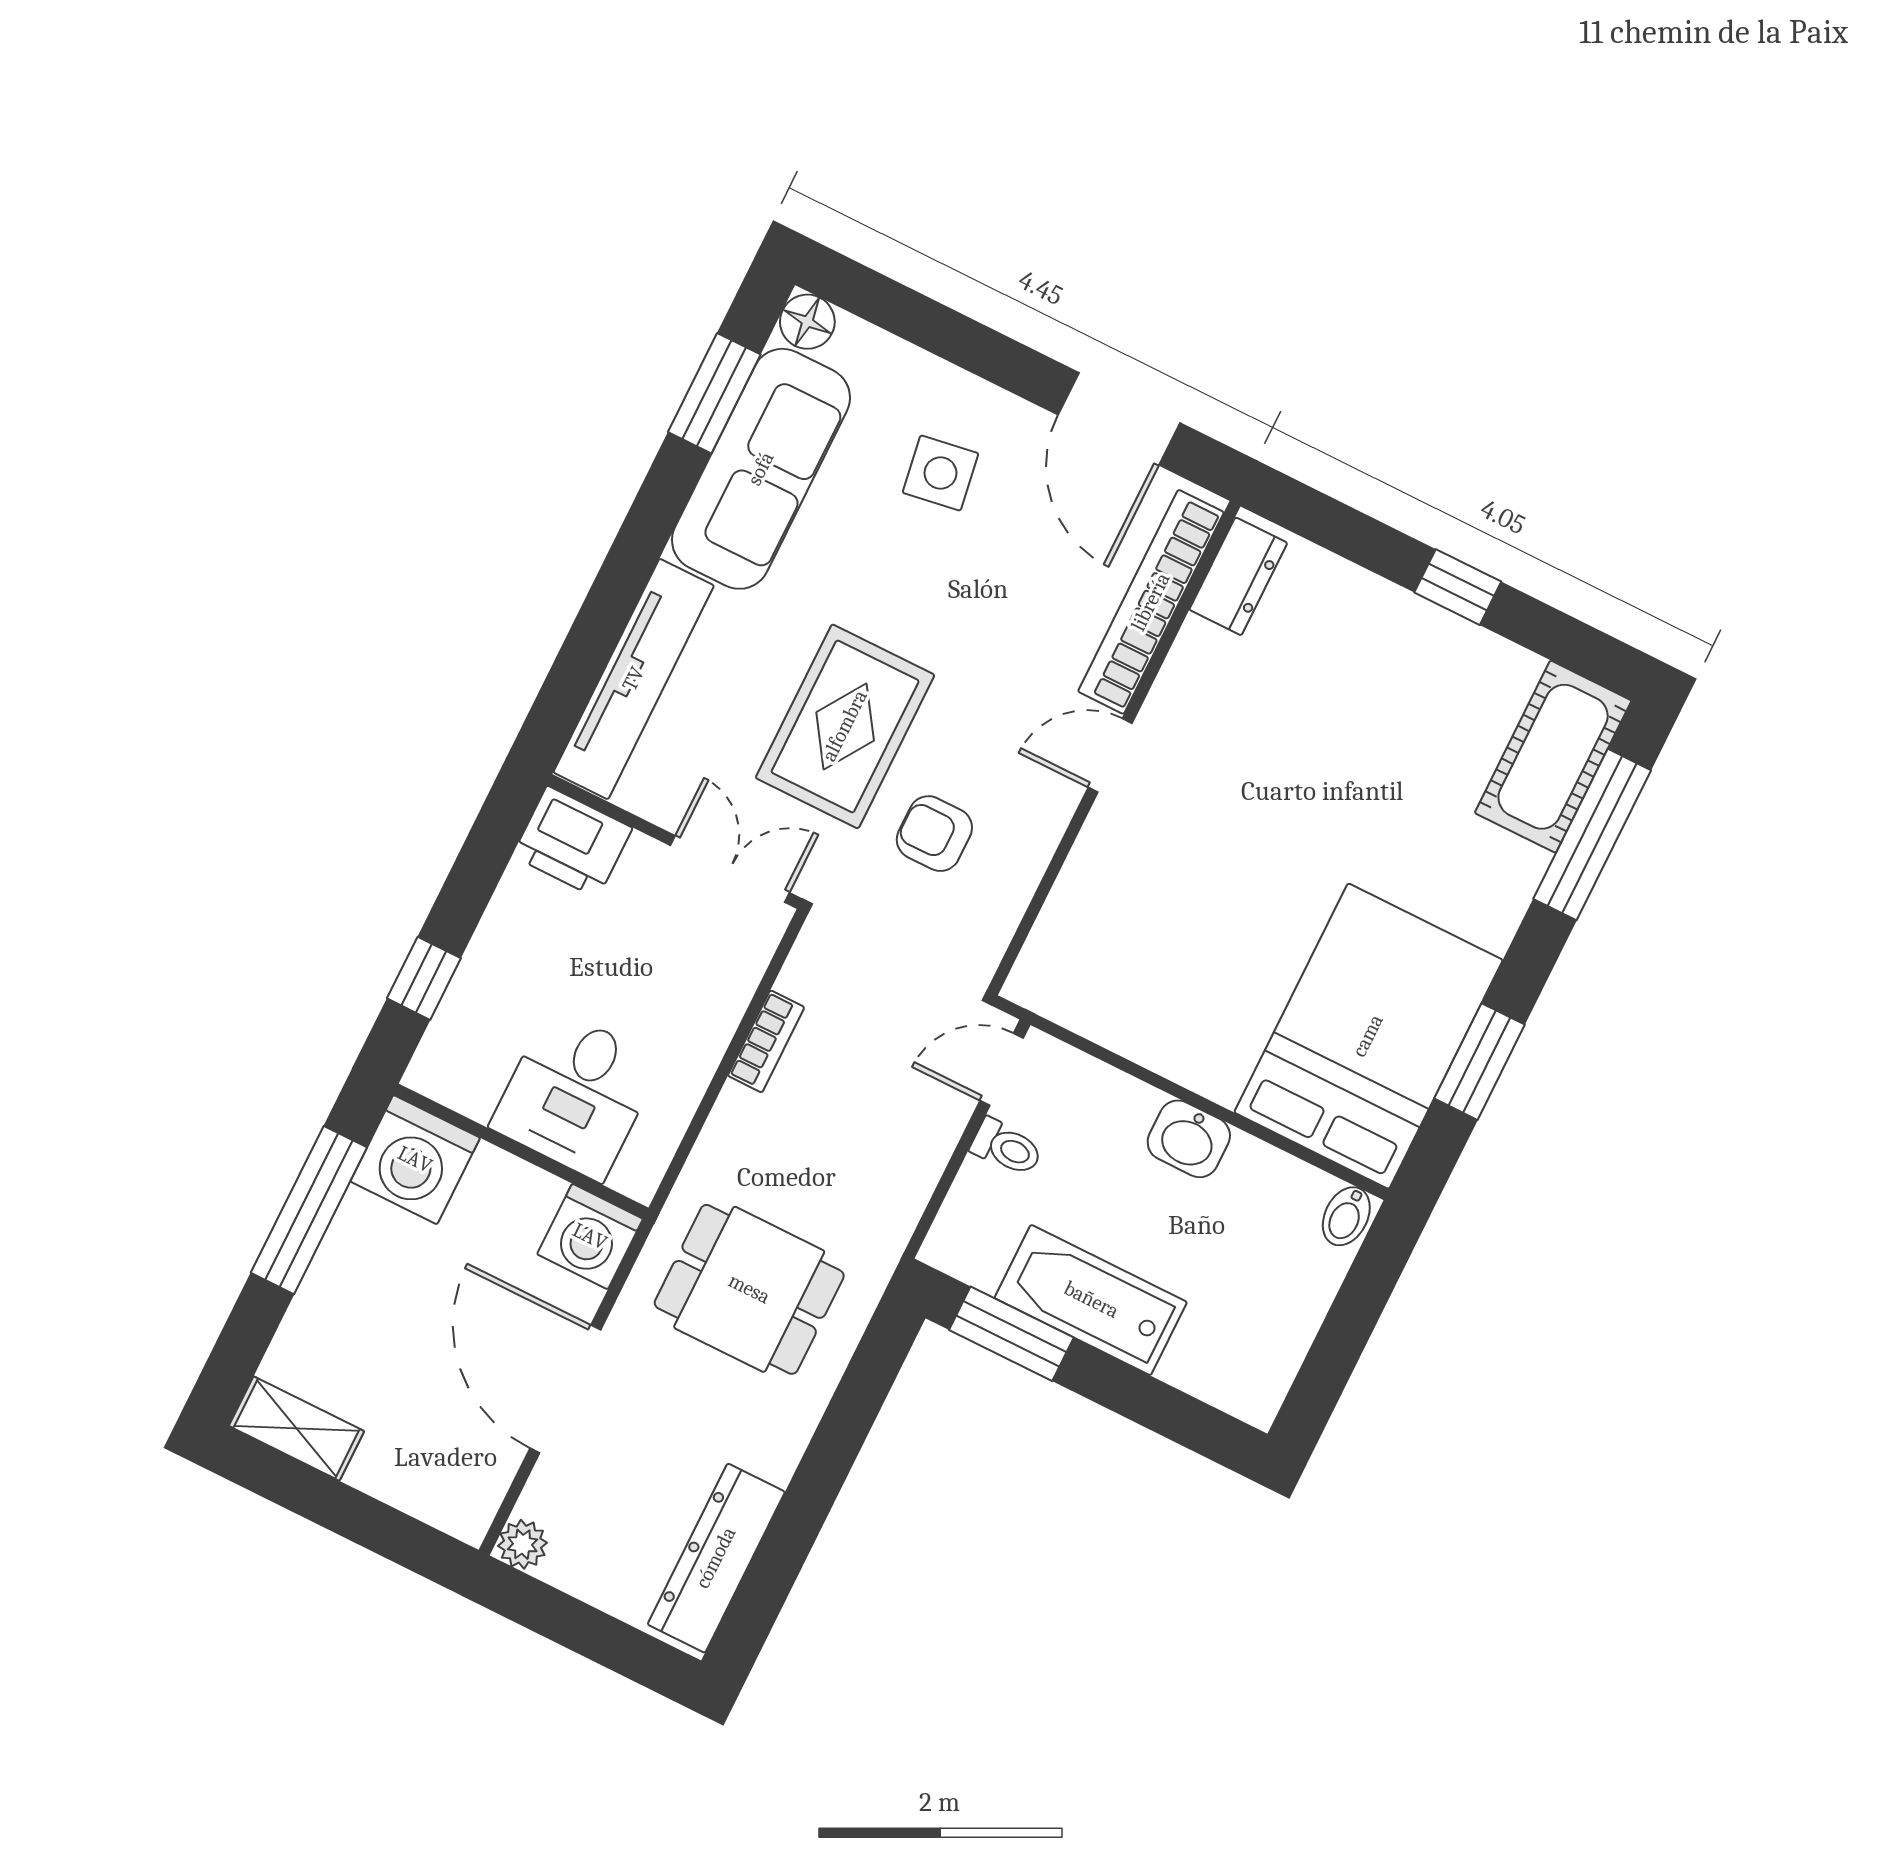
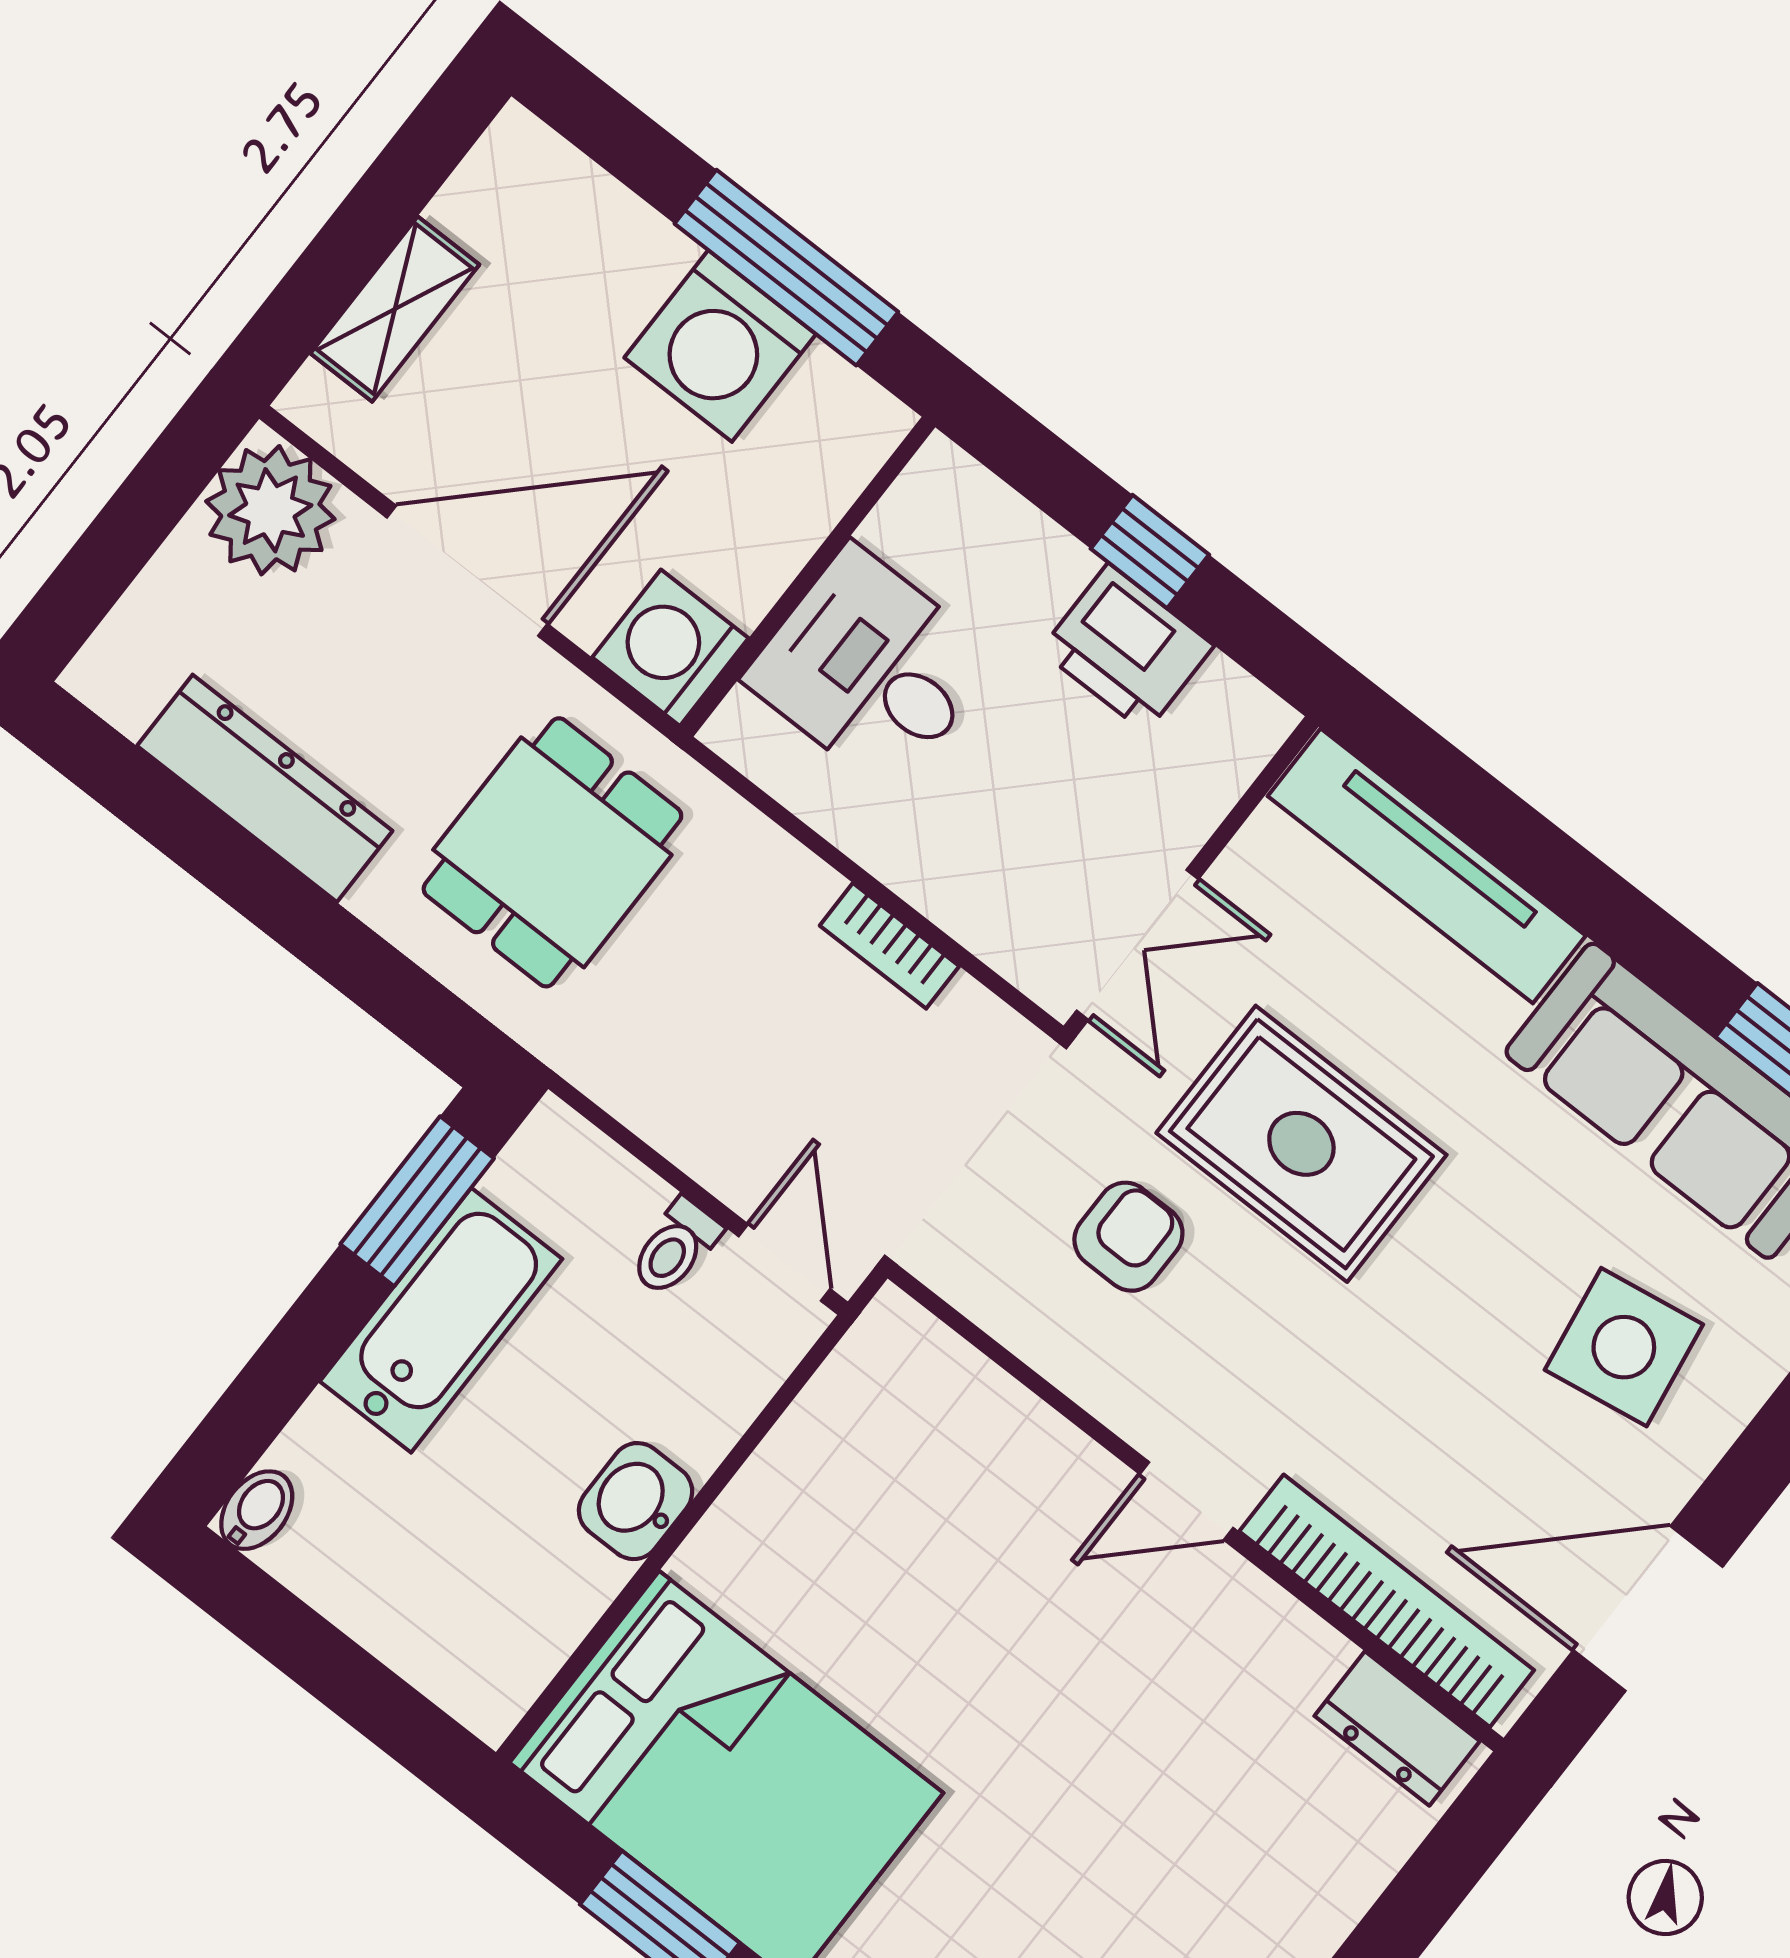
side table: (940, 473) -> (1624, 1347), width x1.37, depth x1.37
door: (1110, 755) -> (1186, 1501), swing flipped
printer: (572, 842) -> (1127, 648), moved, turned -90
window: (424, 978) -> (1150, 552), moved
washing machine: (415, 1160) -> (720, 346), moved, turned -90
bidet: (1346, 1216) -> (257, 1510), moved, turned 90
shelving: (297, 1429) -> (395, 309), moved
plant: (522, 1544) -> (270, 510), width x1.88, depth x1.88
dresser: (716, 1558) -> (265, 788), moved

